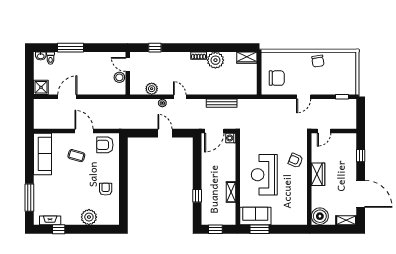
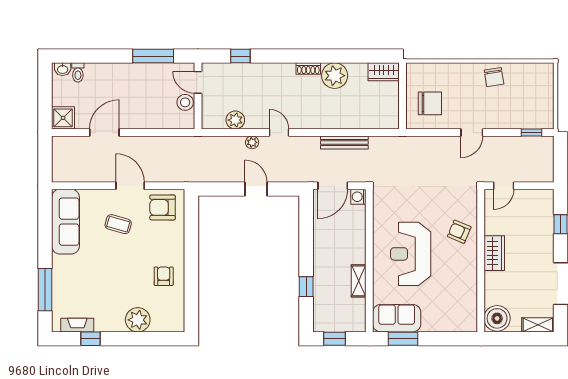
window: (70, 48) -> (153, 56), moved

